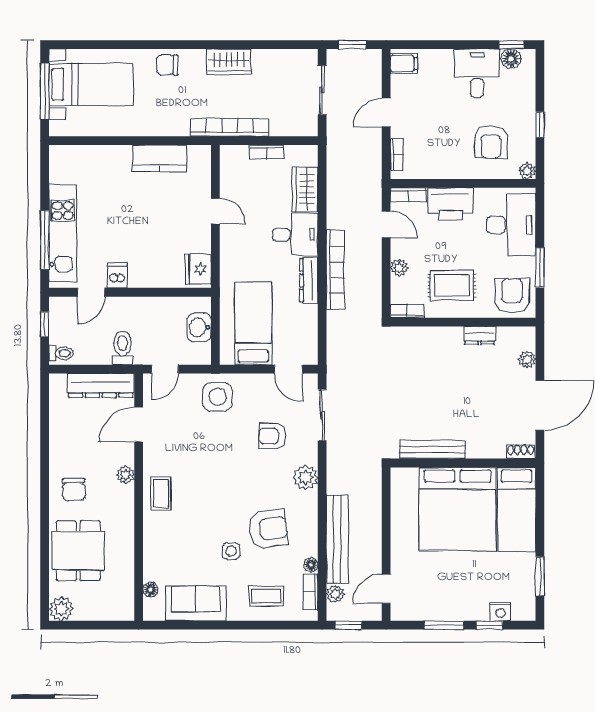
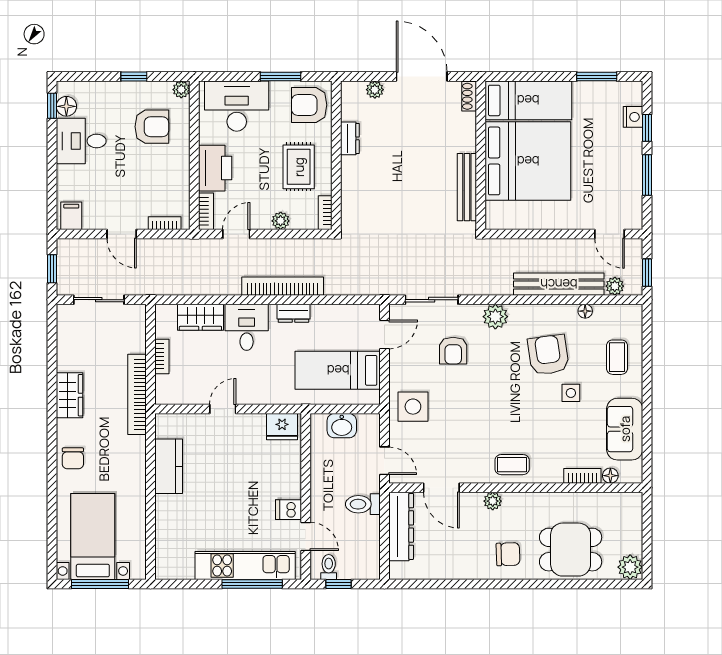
dresser: (309, 280) -> (293, 313), width x0.70
toilet: (61, 353) -> (329, 567), moved
bookcase: (311, 592) -> (582, 476), moved, turned 180

